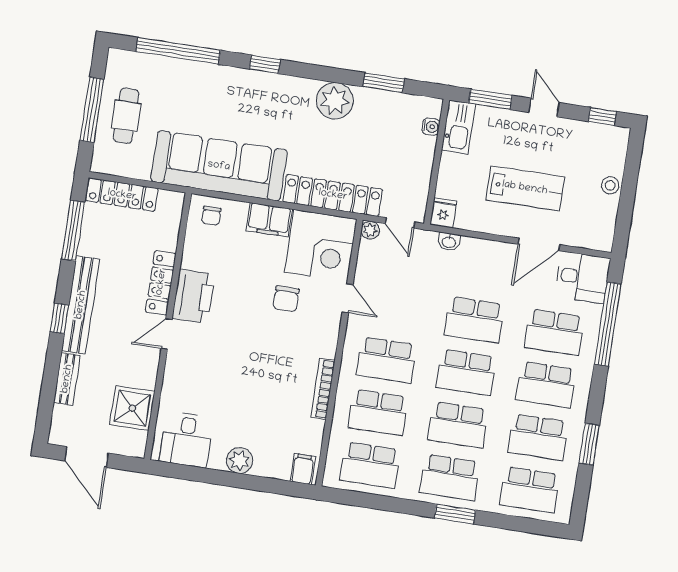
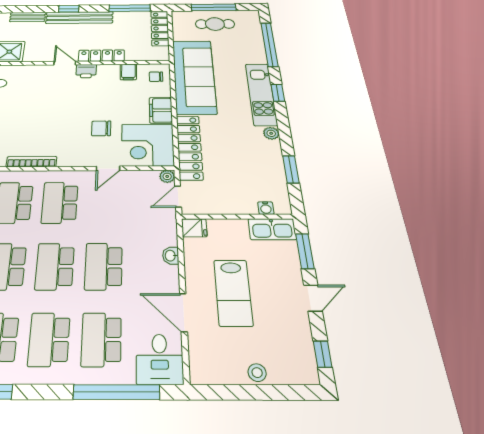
kitchen unit: (263, 86) -> (261, 94), added
plant: (335, 101) -> (271, 133), width x0.53, depth x0.53
washbasin: (449, 242) -> (171, 256), moved
filing cabinet: (197, 251) -> (128, 72), added
printer: (194, 296) -> (86, 71), width x0.53, depth x0.68

